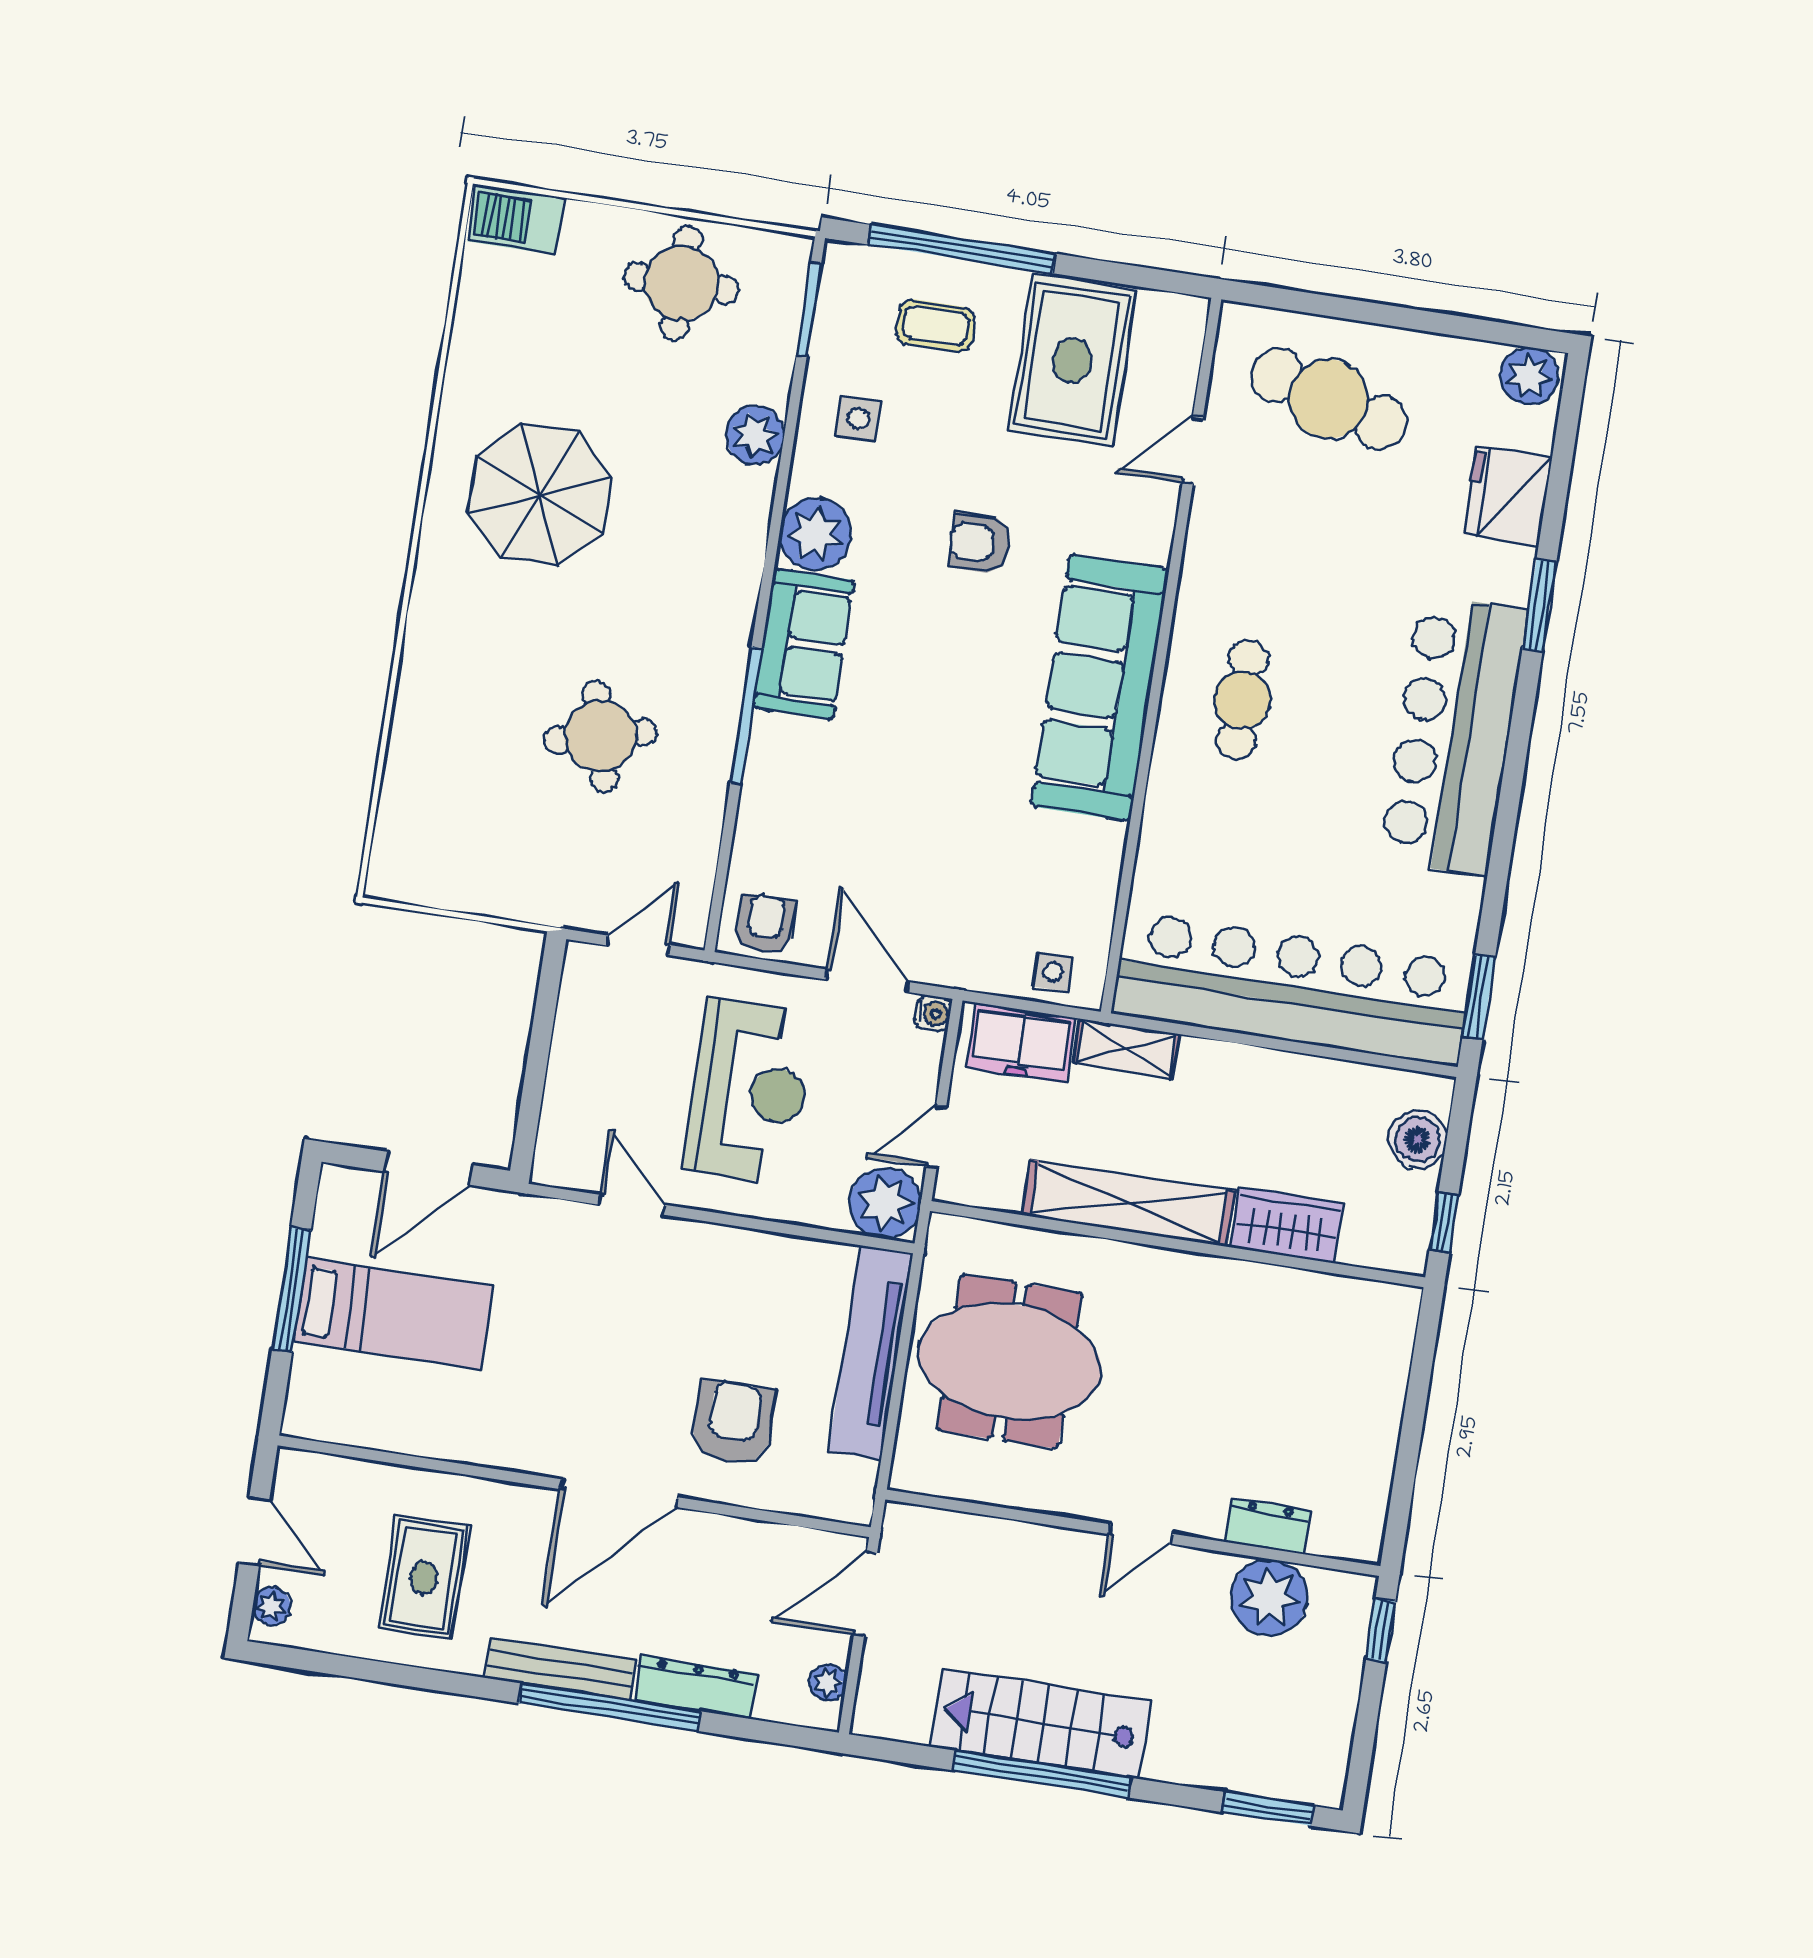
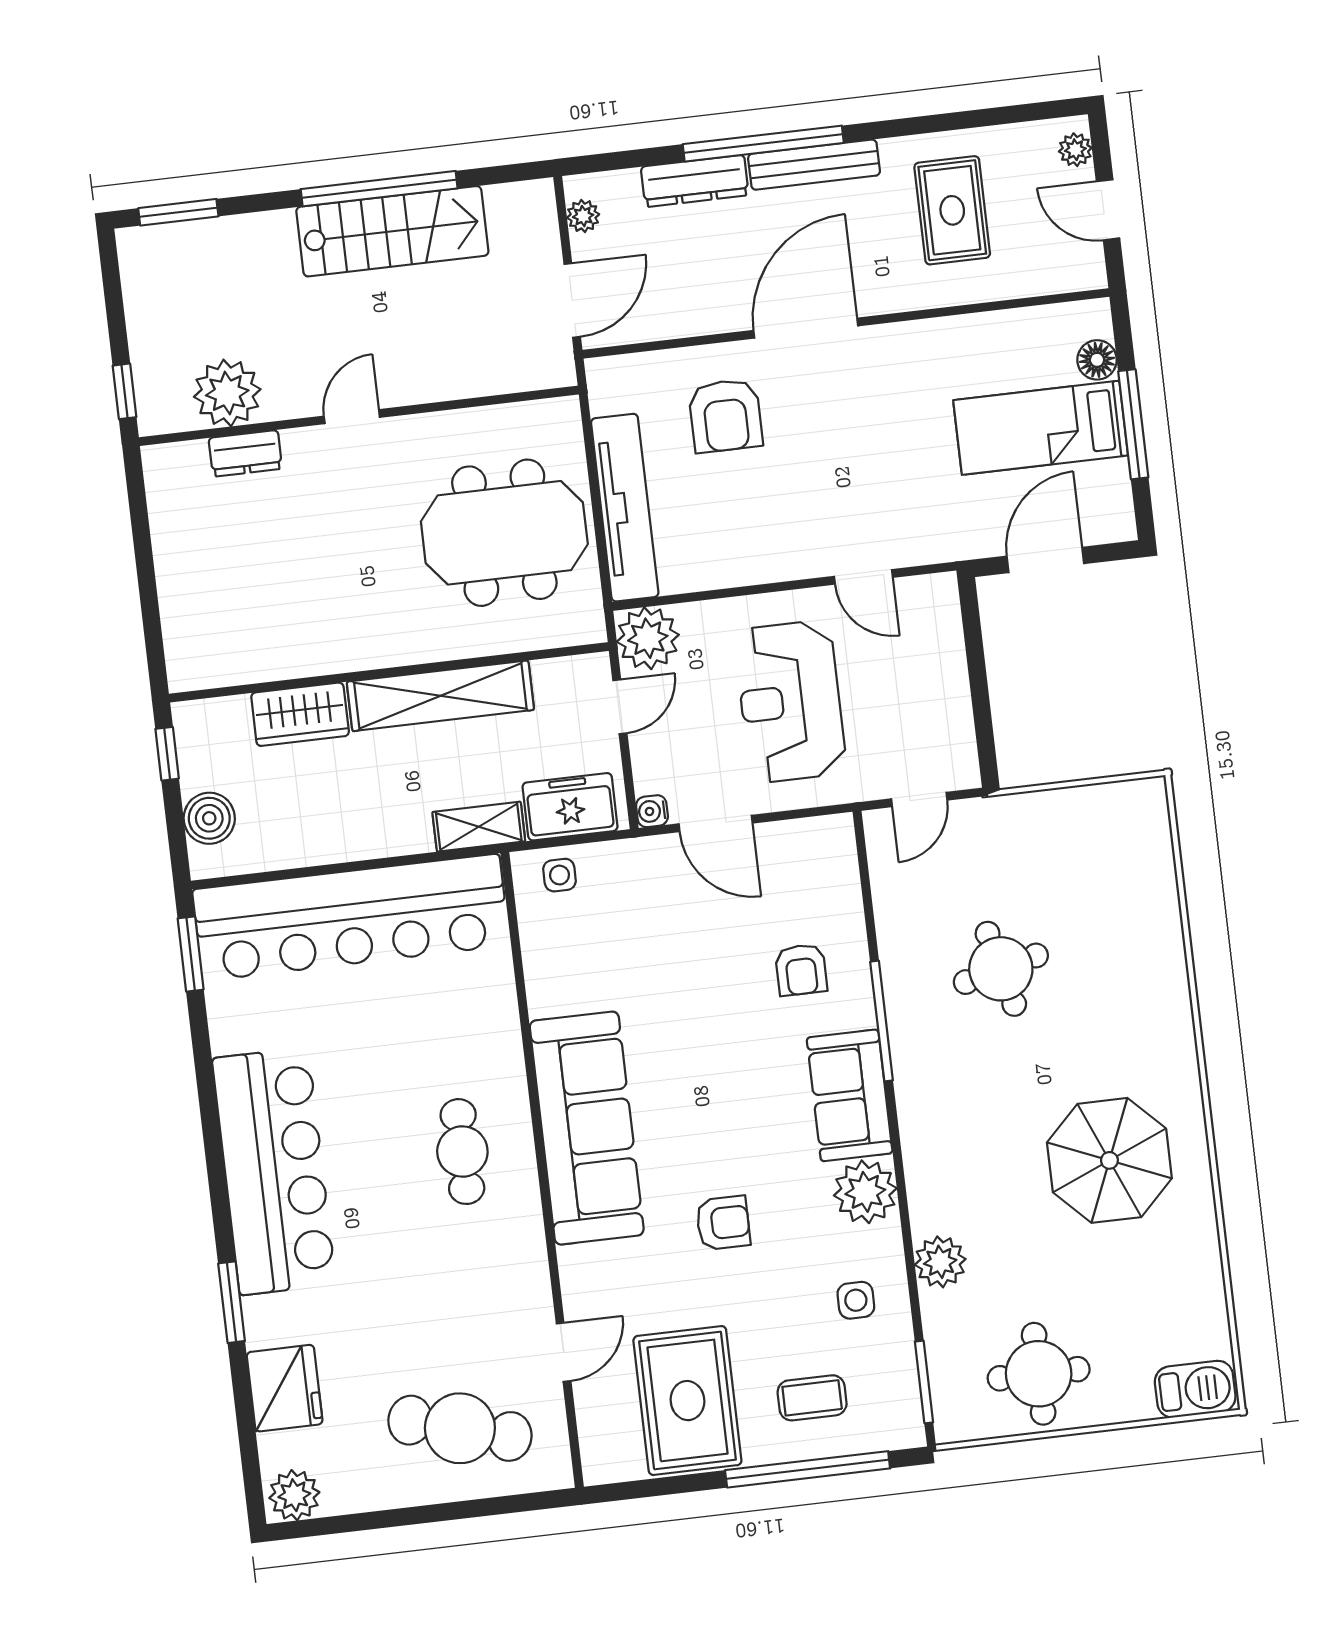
armchair: (766, 924) -> (801, 970), moved
floor lamp: (312, 1371) -> (1097, 360), added

